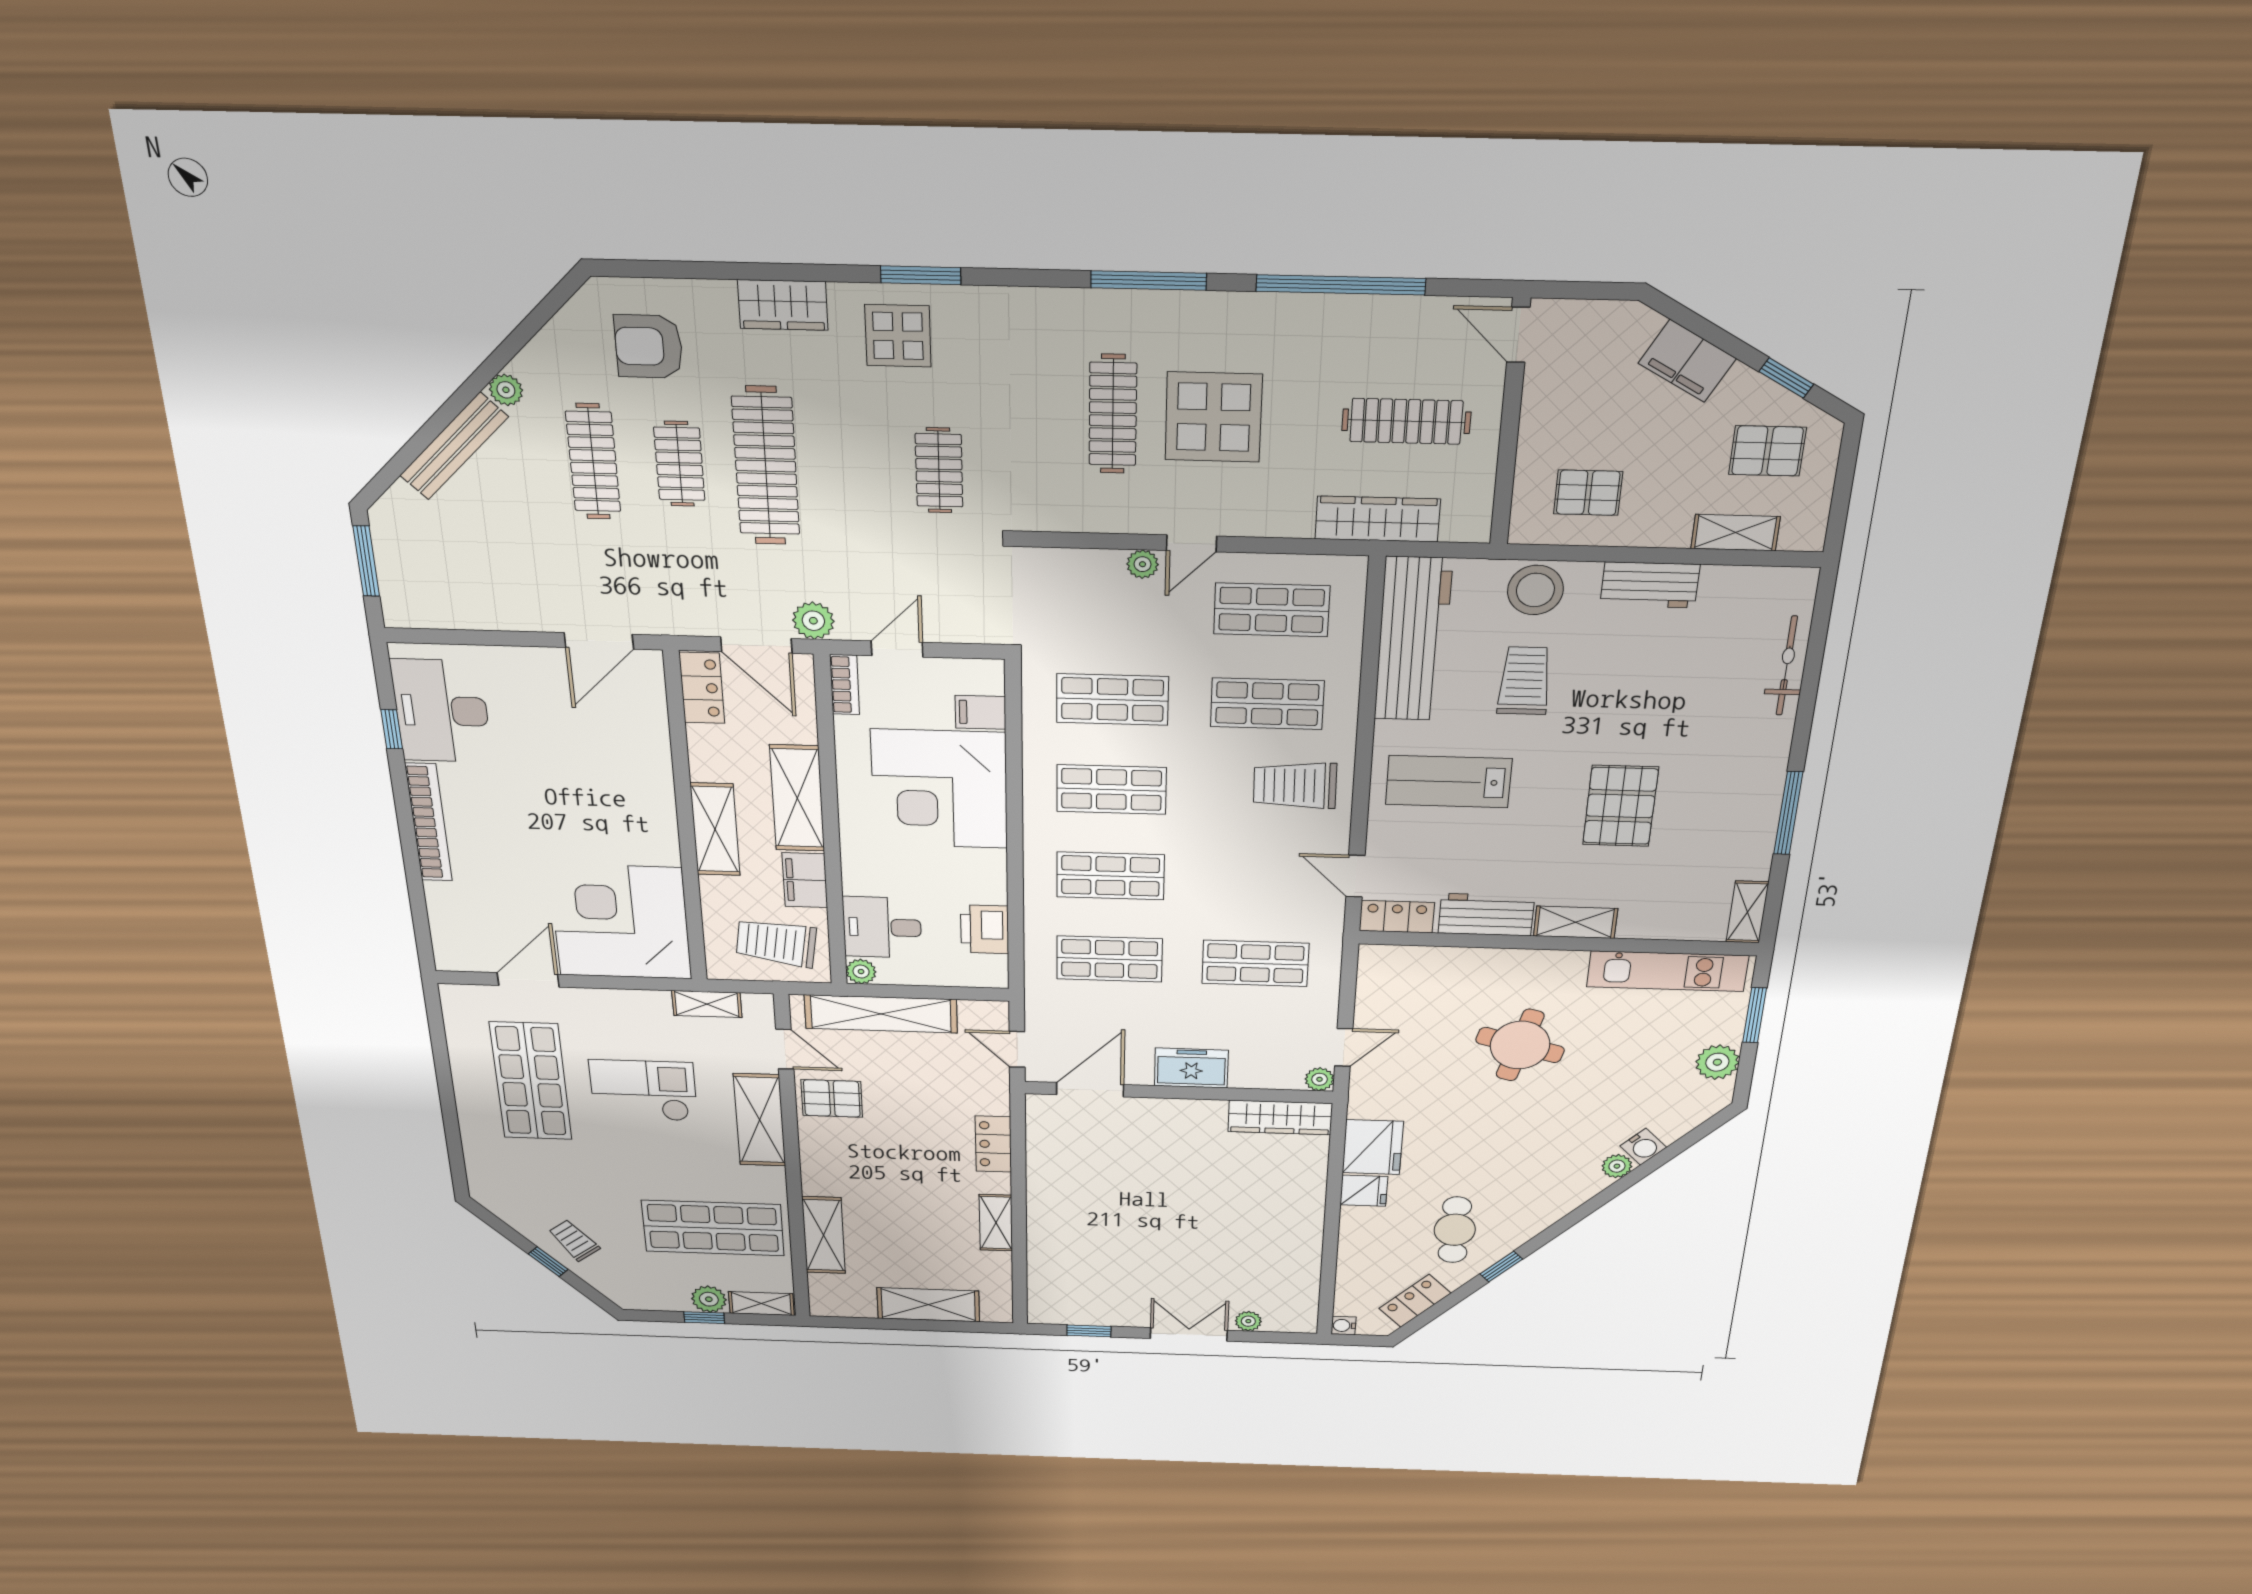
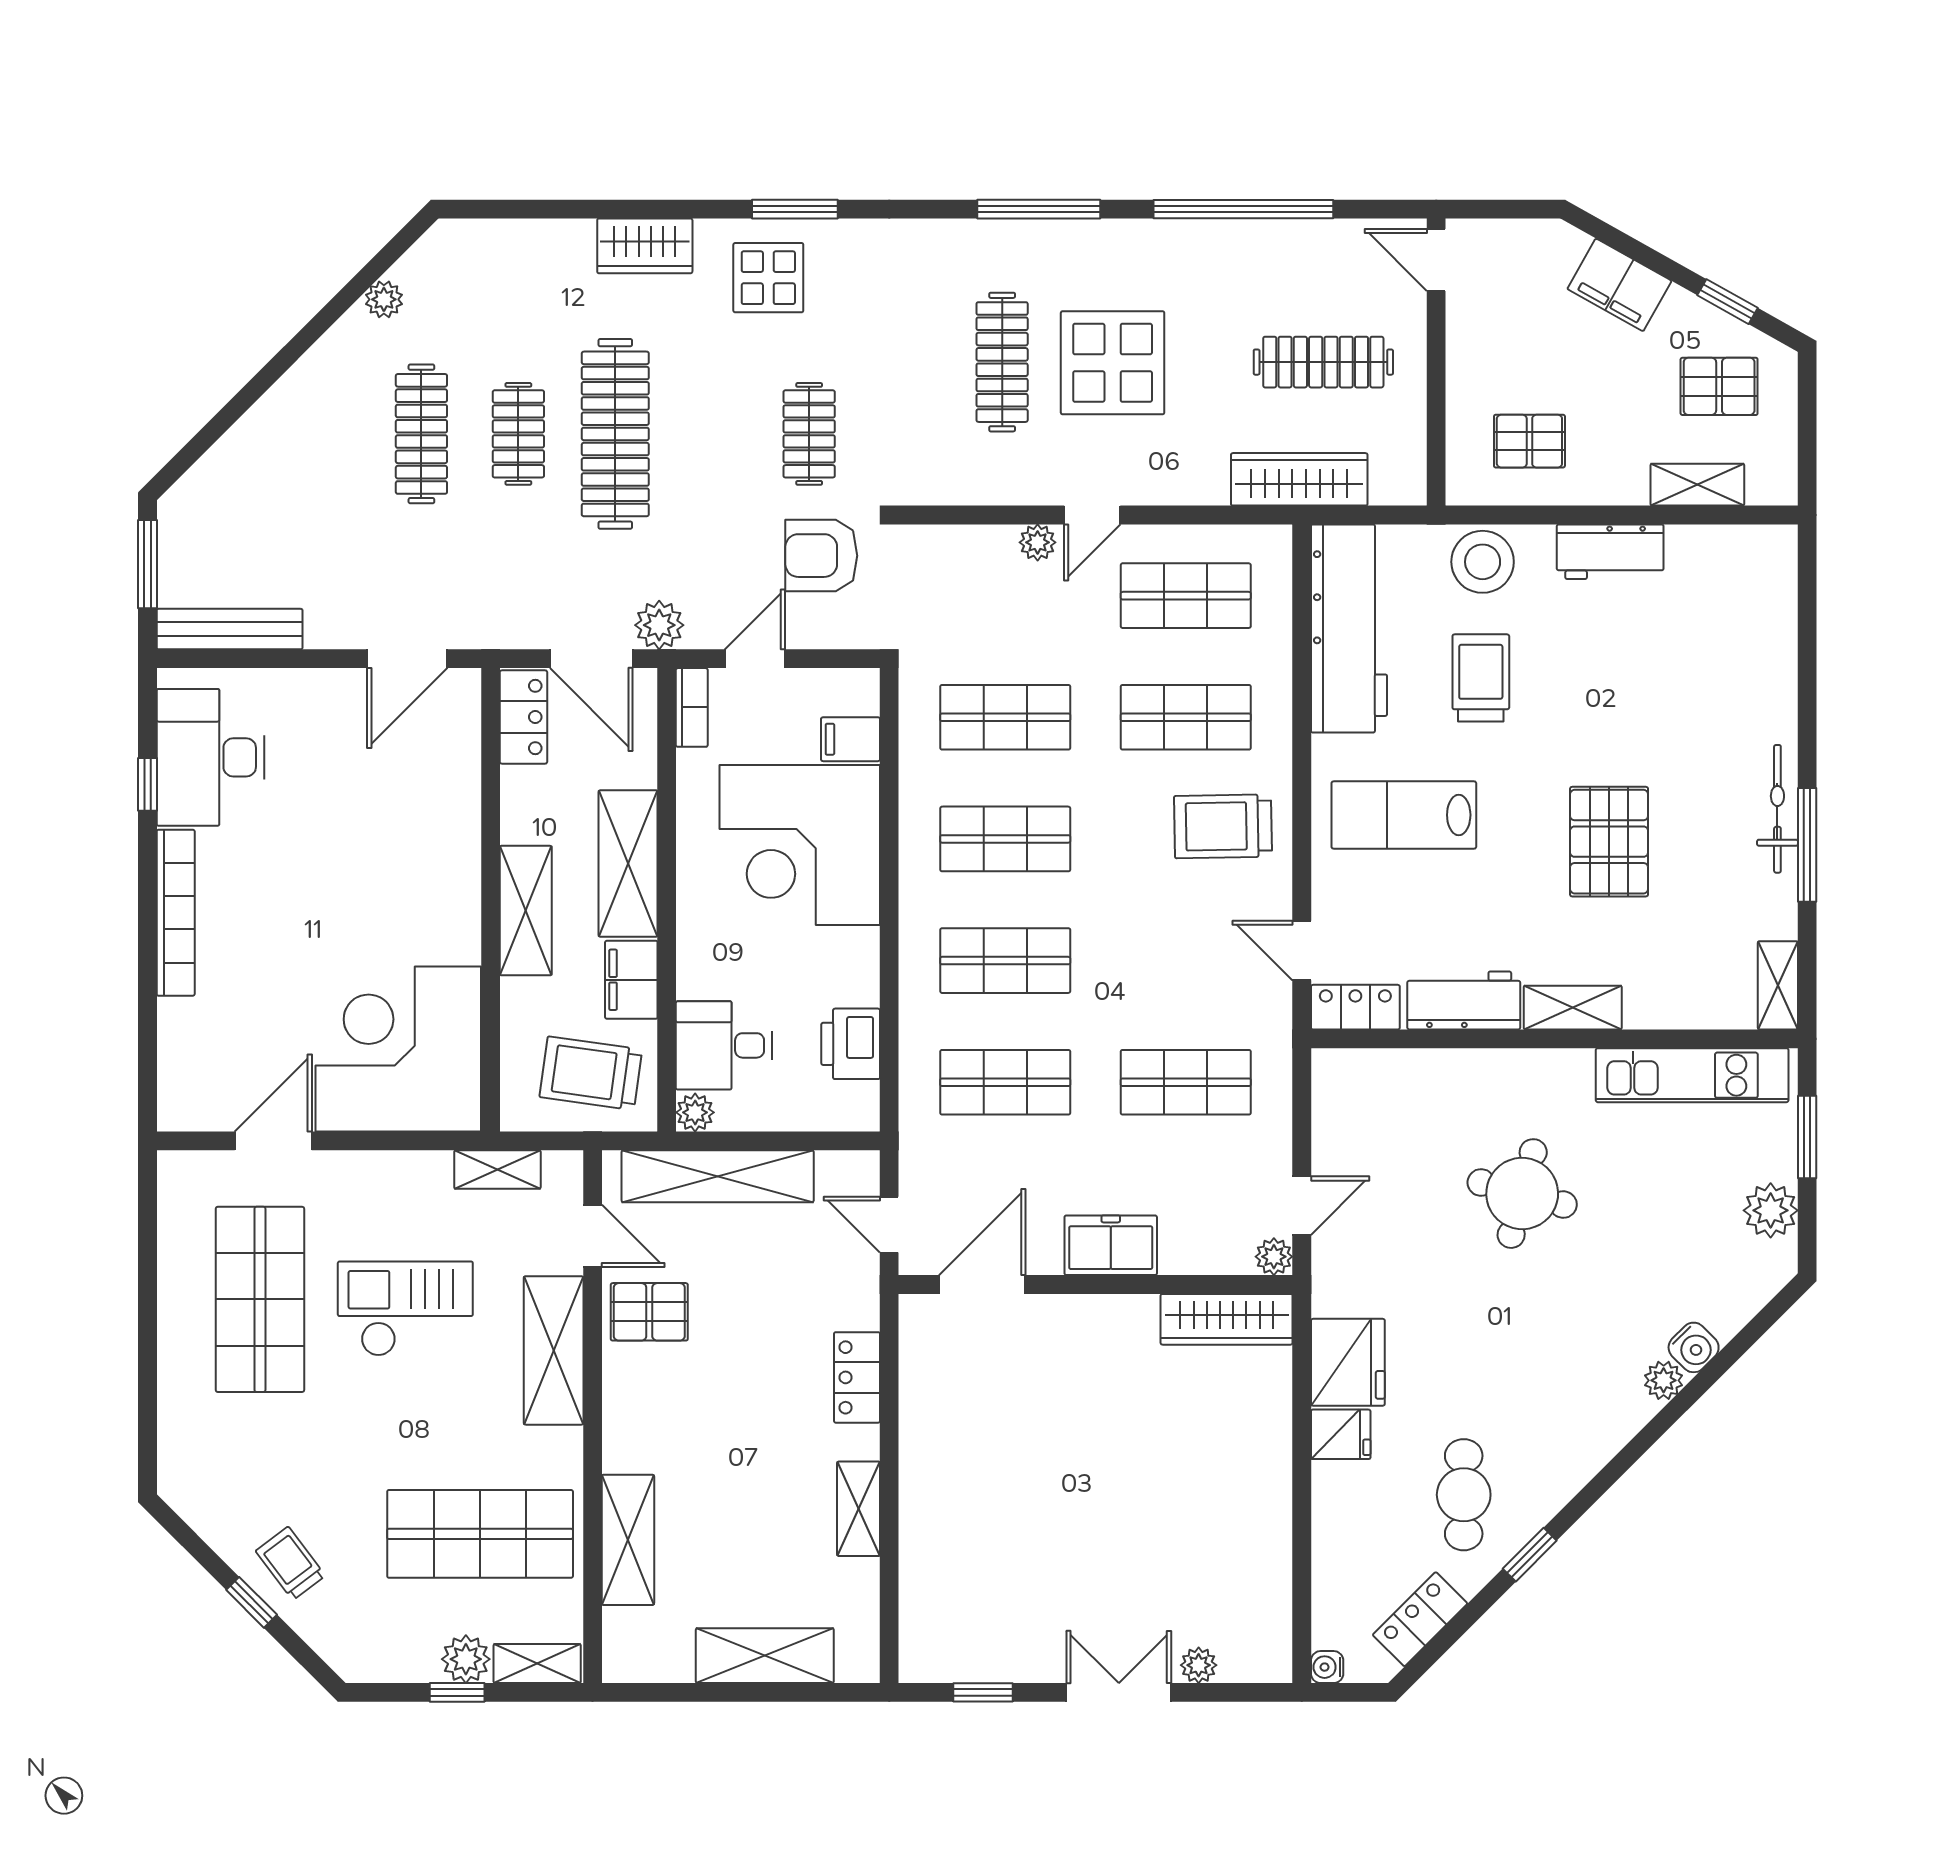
armchair: (649, 346) -> (821, 556), moved
plant: (506, 390) -> (384, 299), moved
bench: (454, 446) -> (230, 629), moved, turned 45
bicycle: (1787, 666) -> (1777, 809), moved

